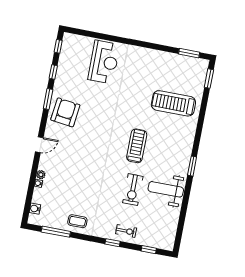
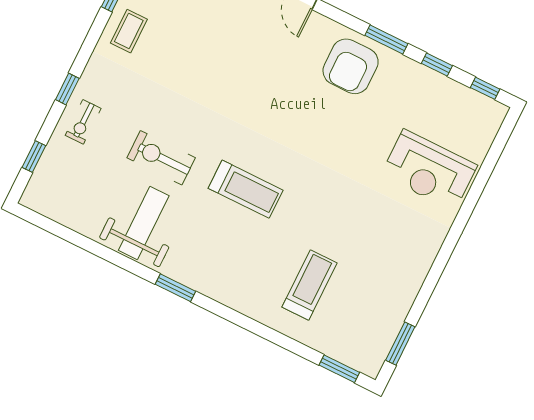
treadmill: (173, 103) -> (309, 285), width x0.73, depth x0.73
armchair: (65, 112) -> (351, 66), turned 83

